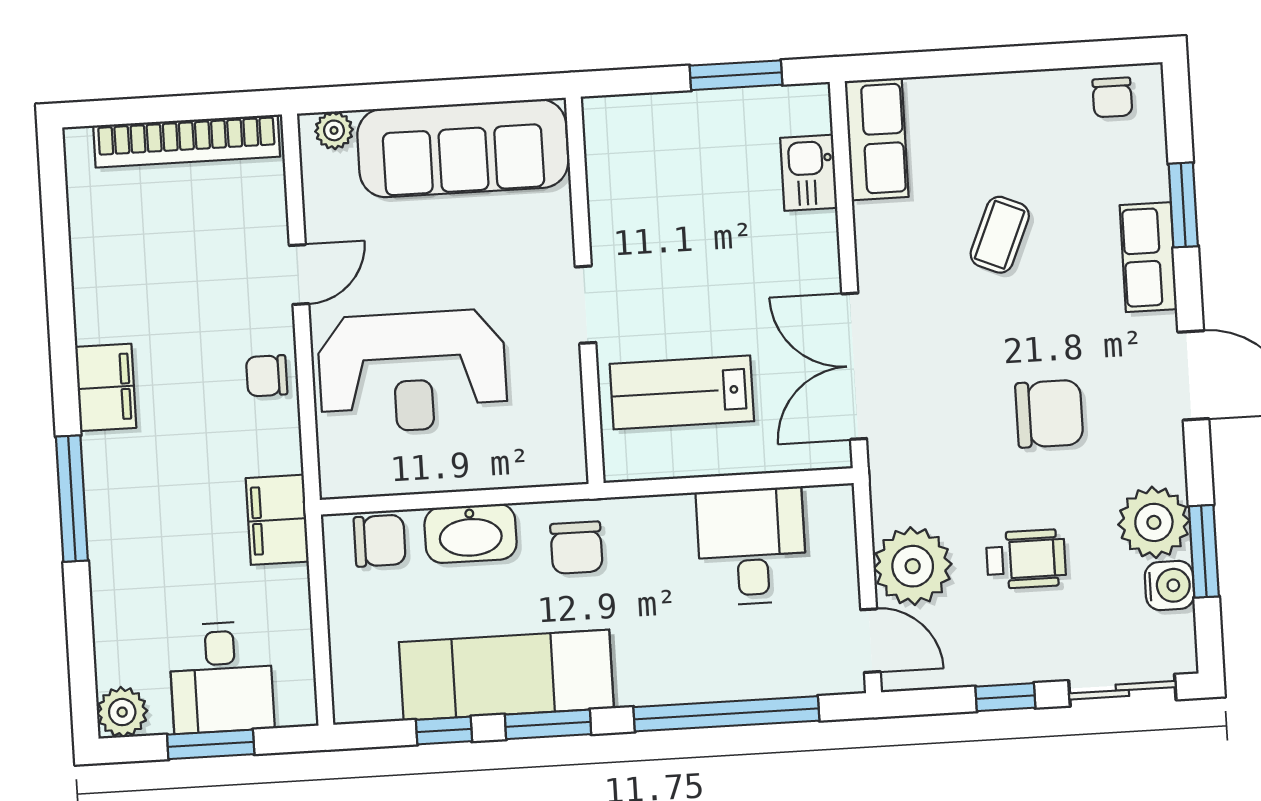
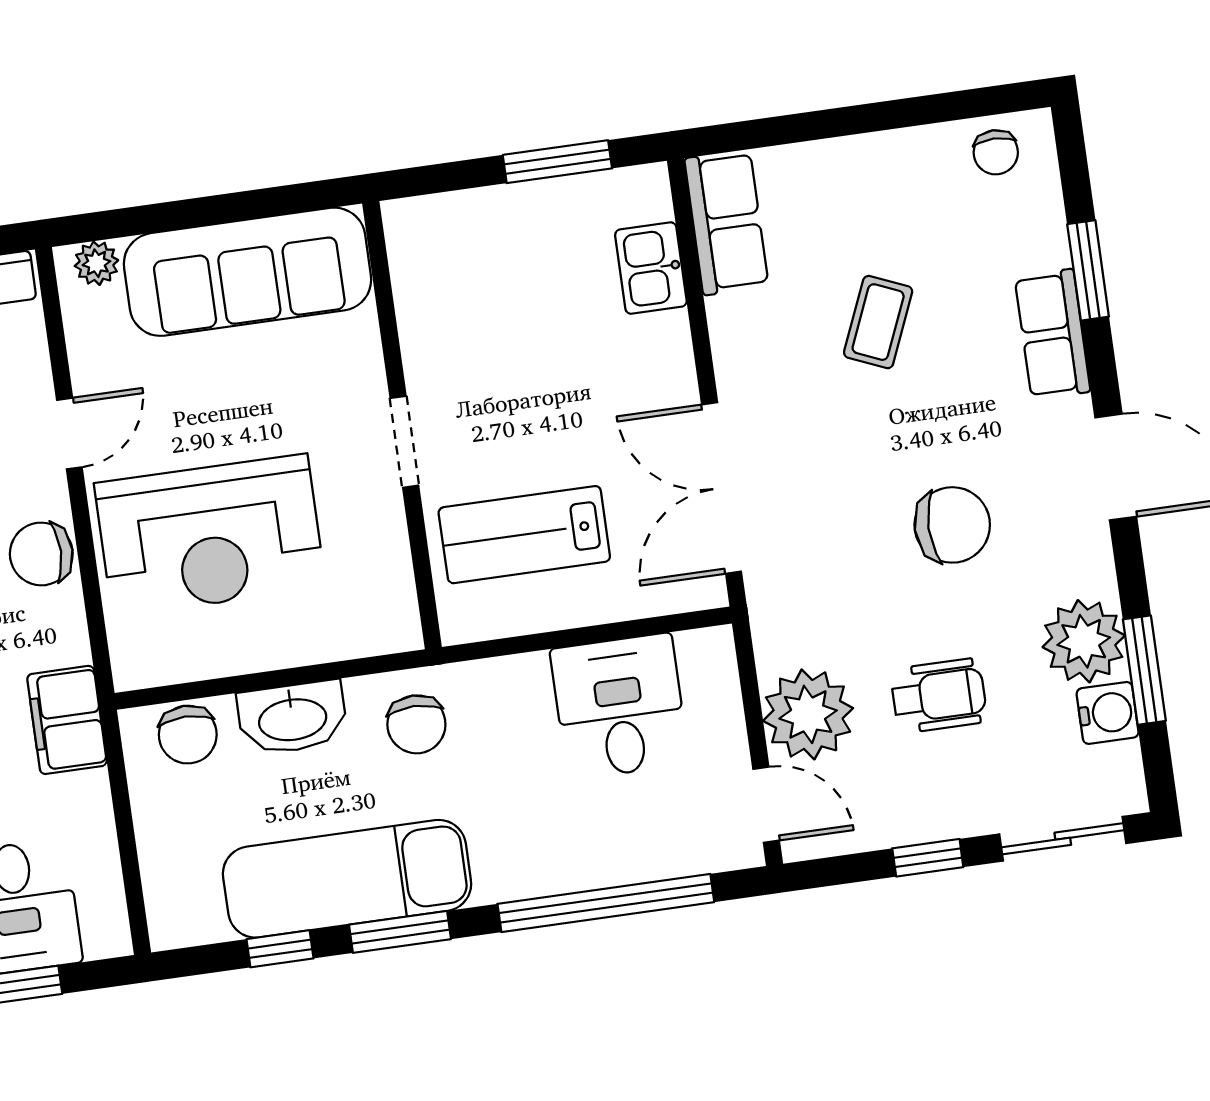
chair: (267, 376) -> (41, 554), width x1.37, depth x1.37
chair: (380, 541) -> (188, 735), turned 90

